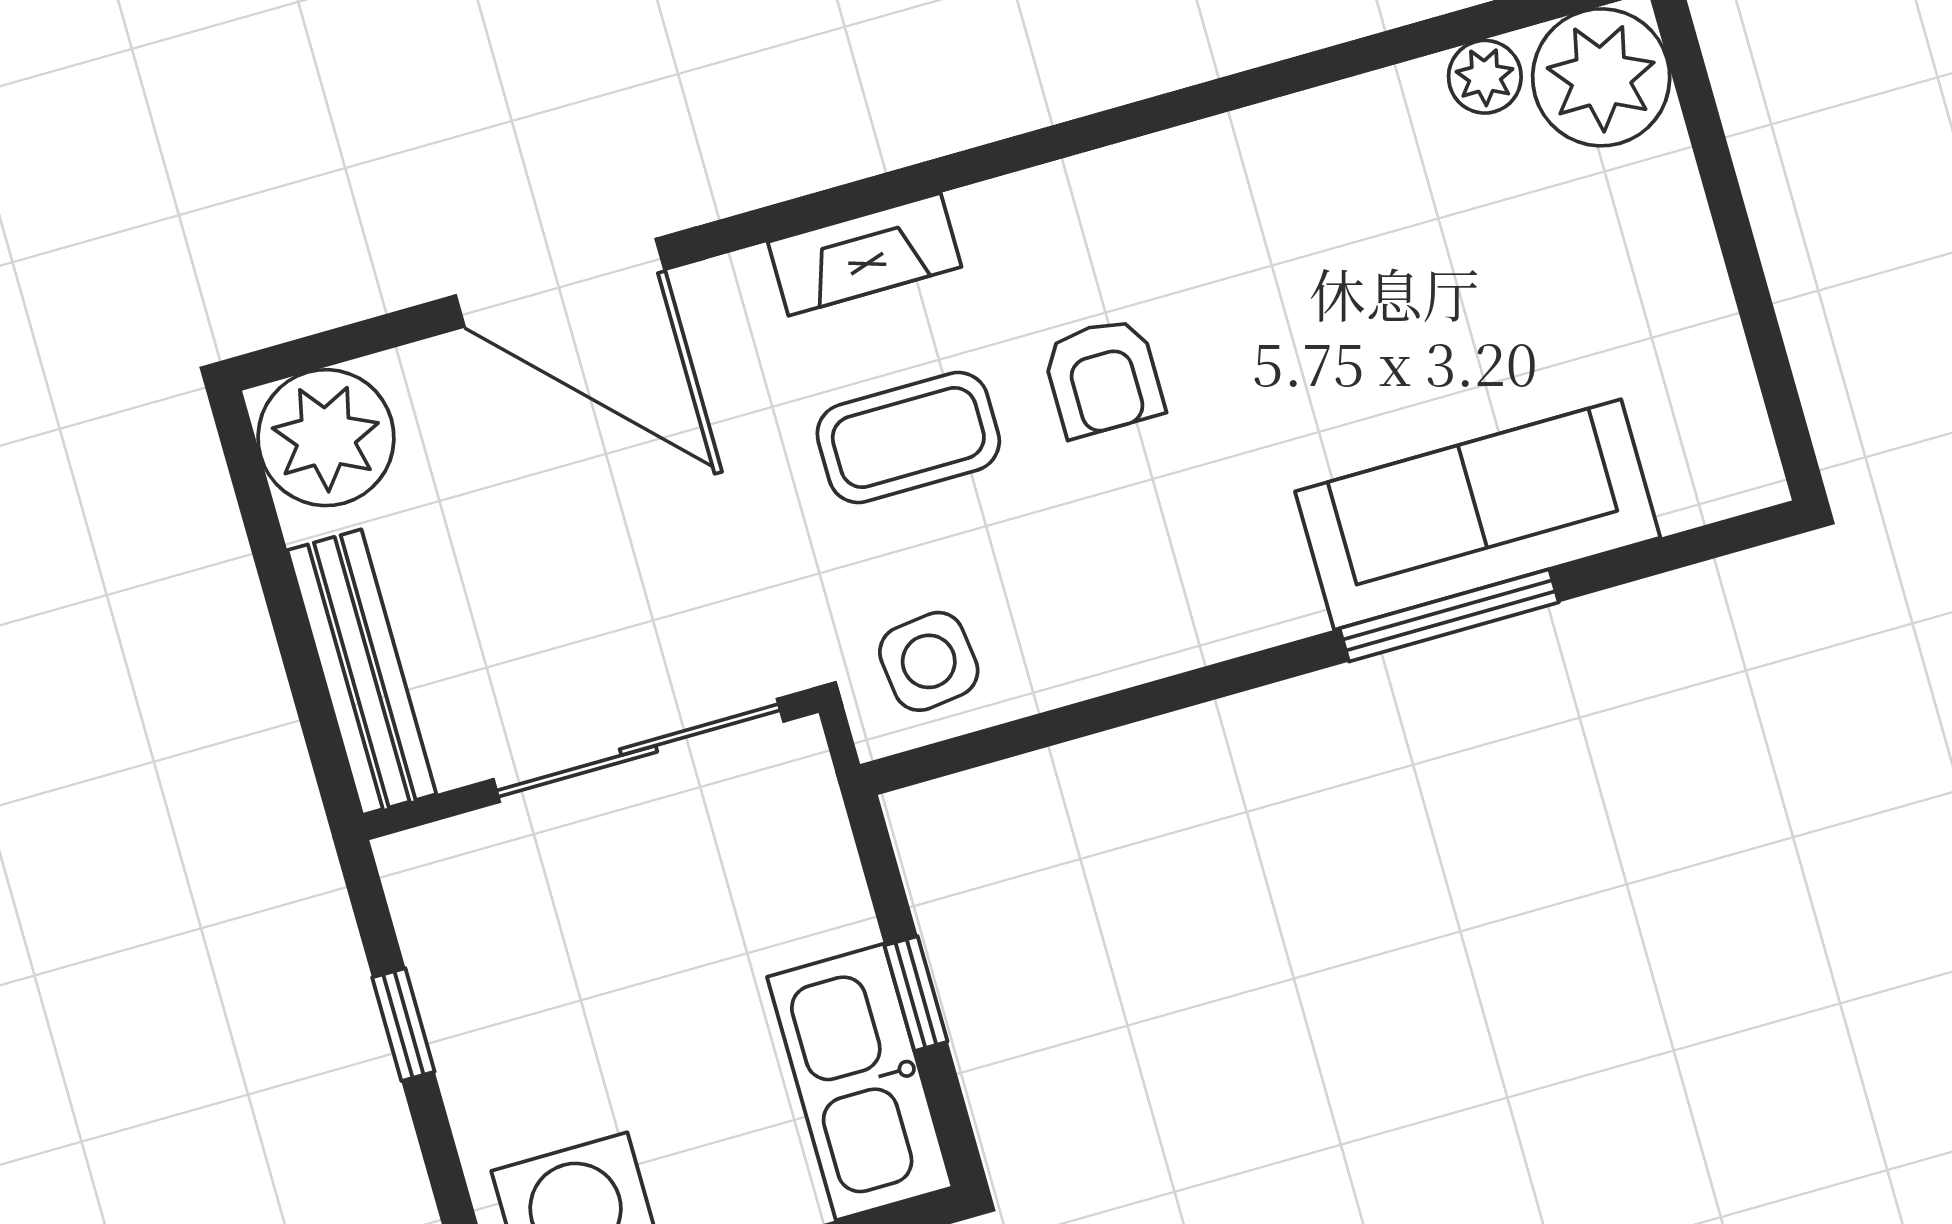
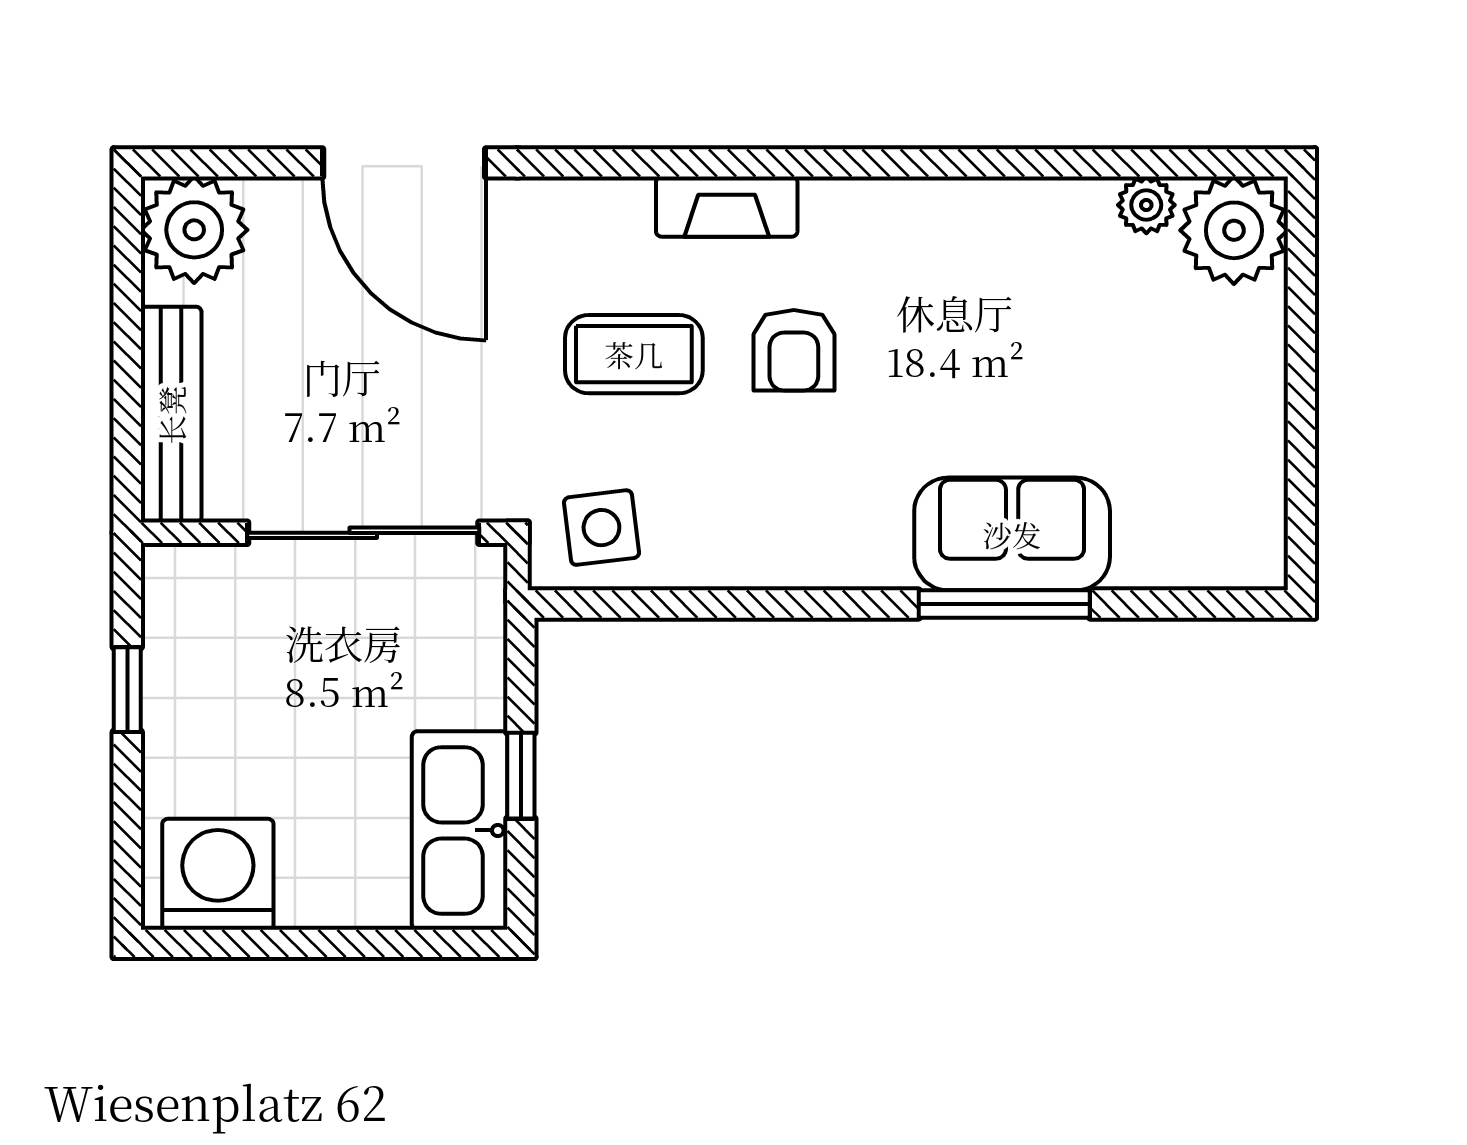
fireplace: (865, 254) -> (727, 207), moved
sofa: (1478, 515) -> (1012, 534), width x0.73

